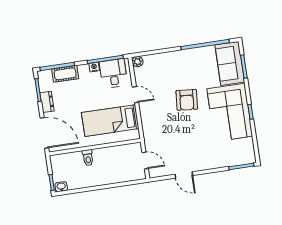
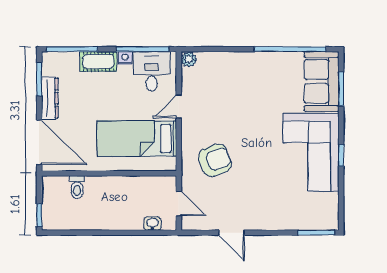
cot: (65, 74) -> (98, 61), moved
door: (135, 95) -> (179, 106), swing flipped
armchair: (187, 100) -> (215, 160), moved, turned -116
dresser: (47, 102) -> (50, 98), width x1.44
toilet: (88, 158) -> (77, 187), moved
washbasin: (61, 187) -> (153, 223), moved

